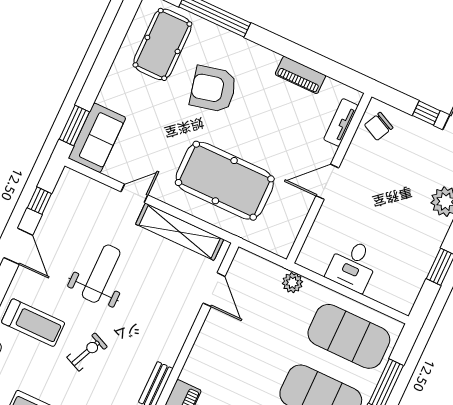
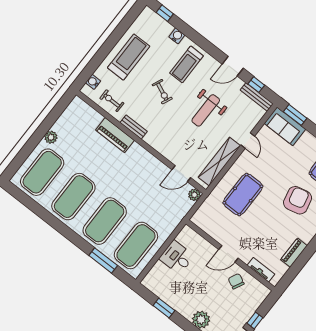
chair: (379, 126) -> (236, 281), moved
pool table: (225, 181) -> (243, 195), width x0.73, depth x0.76
door: (327, 182) -> (228, 254), swing flipped
bench: (60, 195) -> (257, 97), added
weight bench: (101, 274) -> (206, 110), turned 90
plant: (292, 283) -> (194, 195), moved

